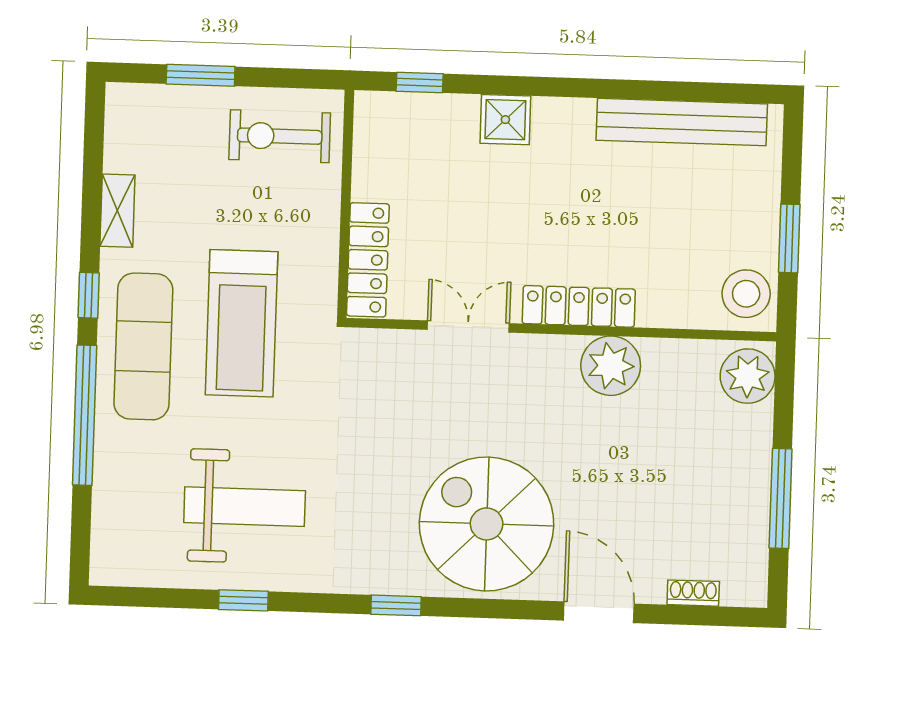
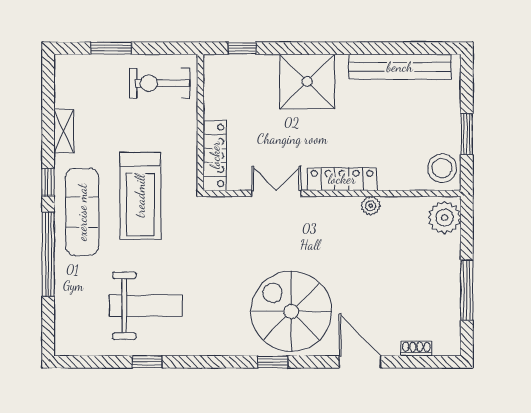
shower: (505, 120) -> (307, 81), width x1.86, depth x1.86
plant: (611, 366) -> (371, 206), width x0.53, depth x0.53
window: (396, 605) -> (273, 362), moved

